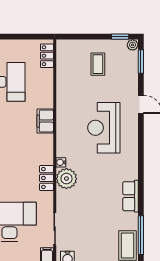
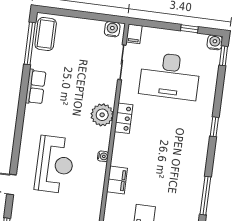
water cooler: (61, 162) -> (103, 156), moved

